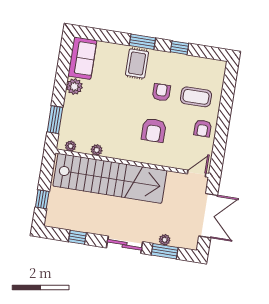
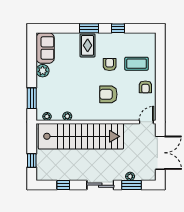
armchair: (154, 130) -> (108, 94), turned 90

